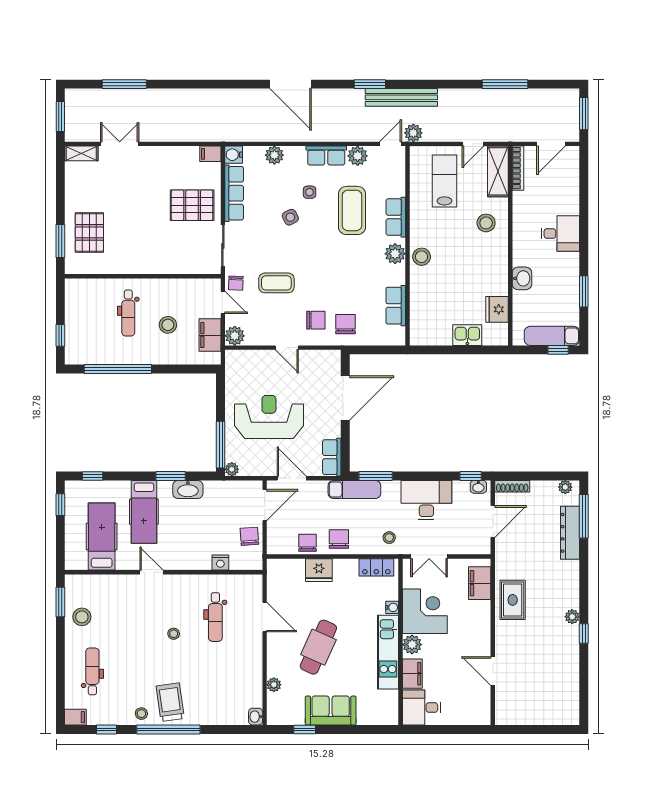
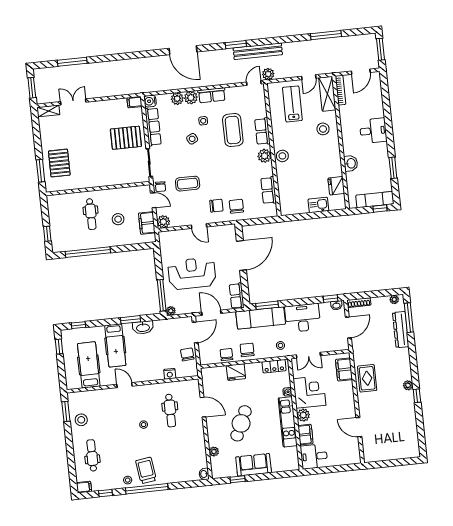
plant: (358, 156) -> (191, 98), moved
exam couch: (354, 489) -> (261, 318), width x1.36, depth x1.45

